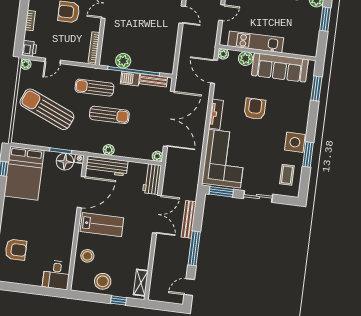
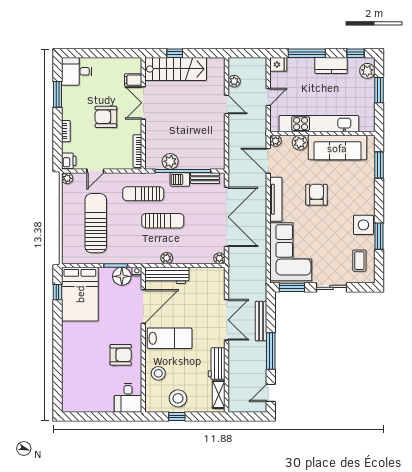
kitchen unit: (256, 42) -> (319, 124), width x1.36
sun lounger: (47, 109) -> (96, 223), turned 67
tv unit: (216, 114) -> (276, 199), width x1.41
workbench: (152, 179) -> (217, 364), moved
armchair: (16, 250) -> (121, 355), moved
window: (118, 300) -> (177, 417), moved

